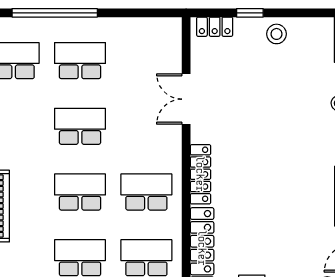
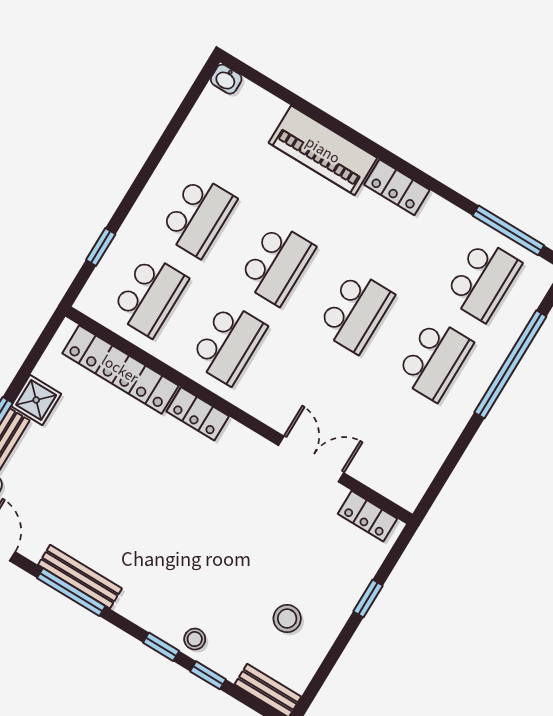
locker: (215, 27) -> (367, 516), moved, turned -90
stool: (277, 34) -> (287, 619), moved
locker: (200, 174) -> (198, 414), width x0.66

